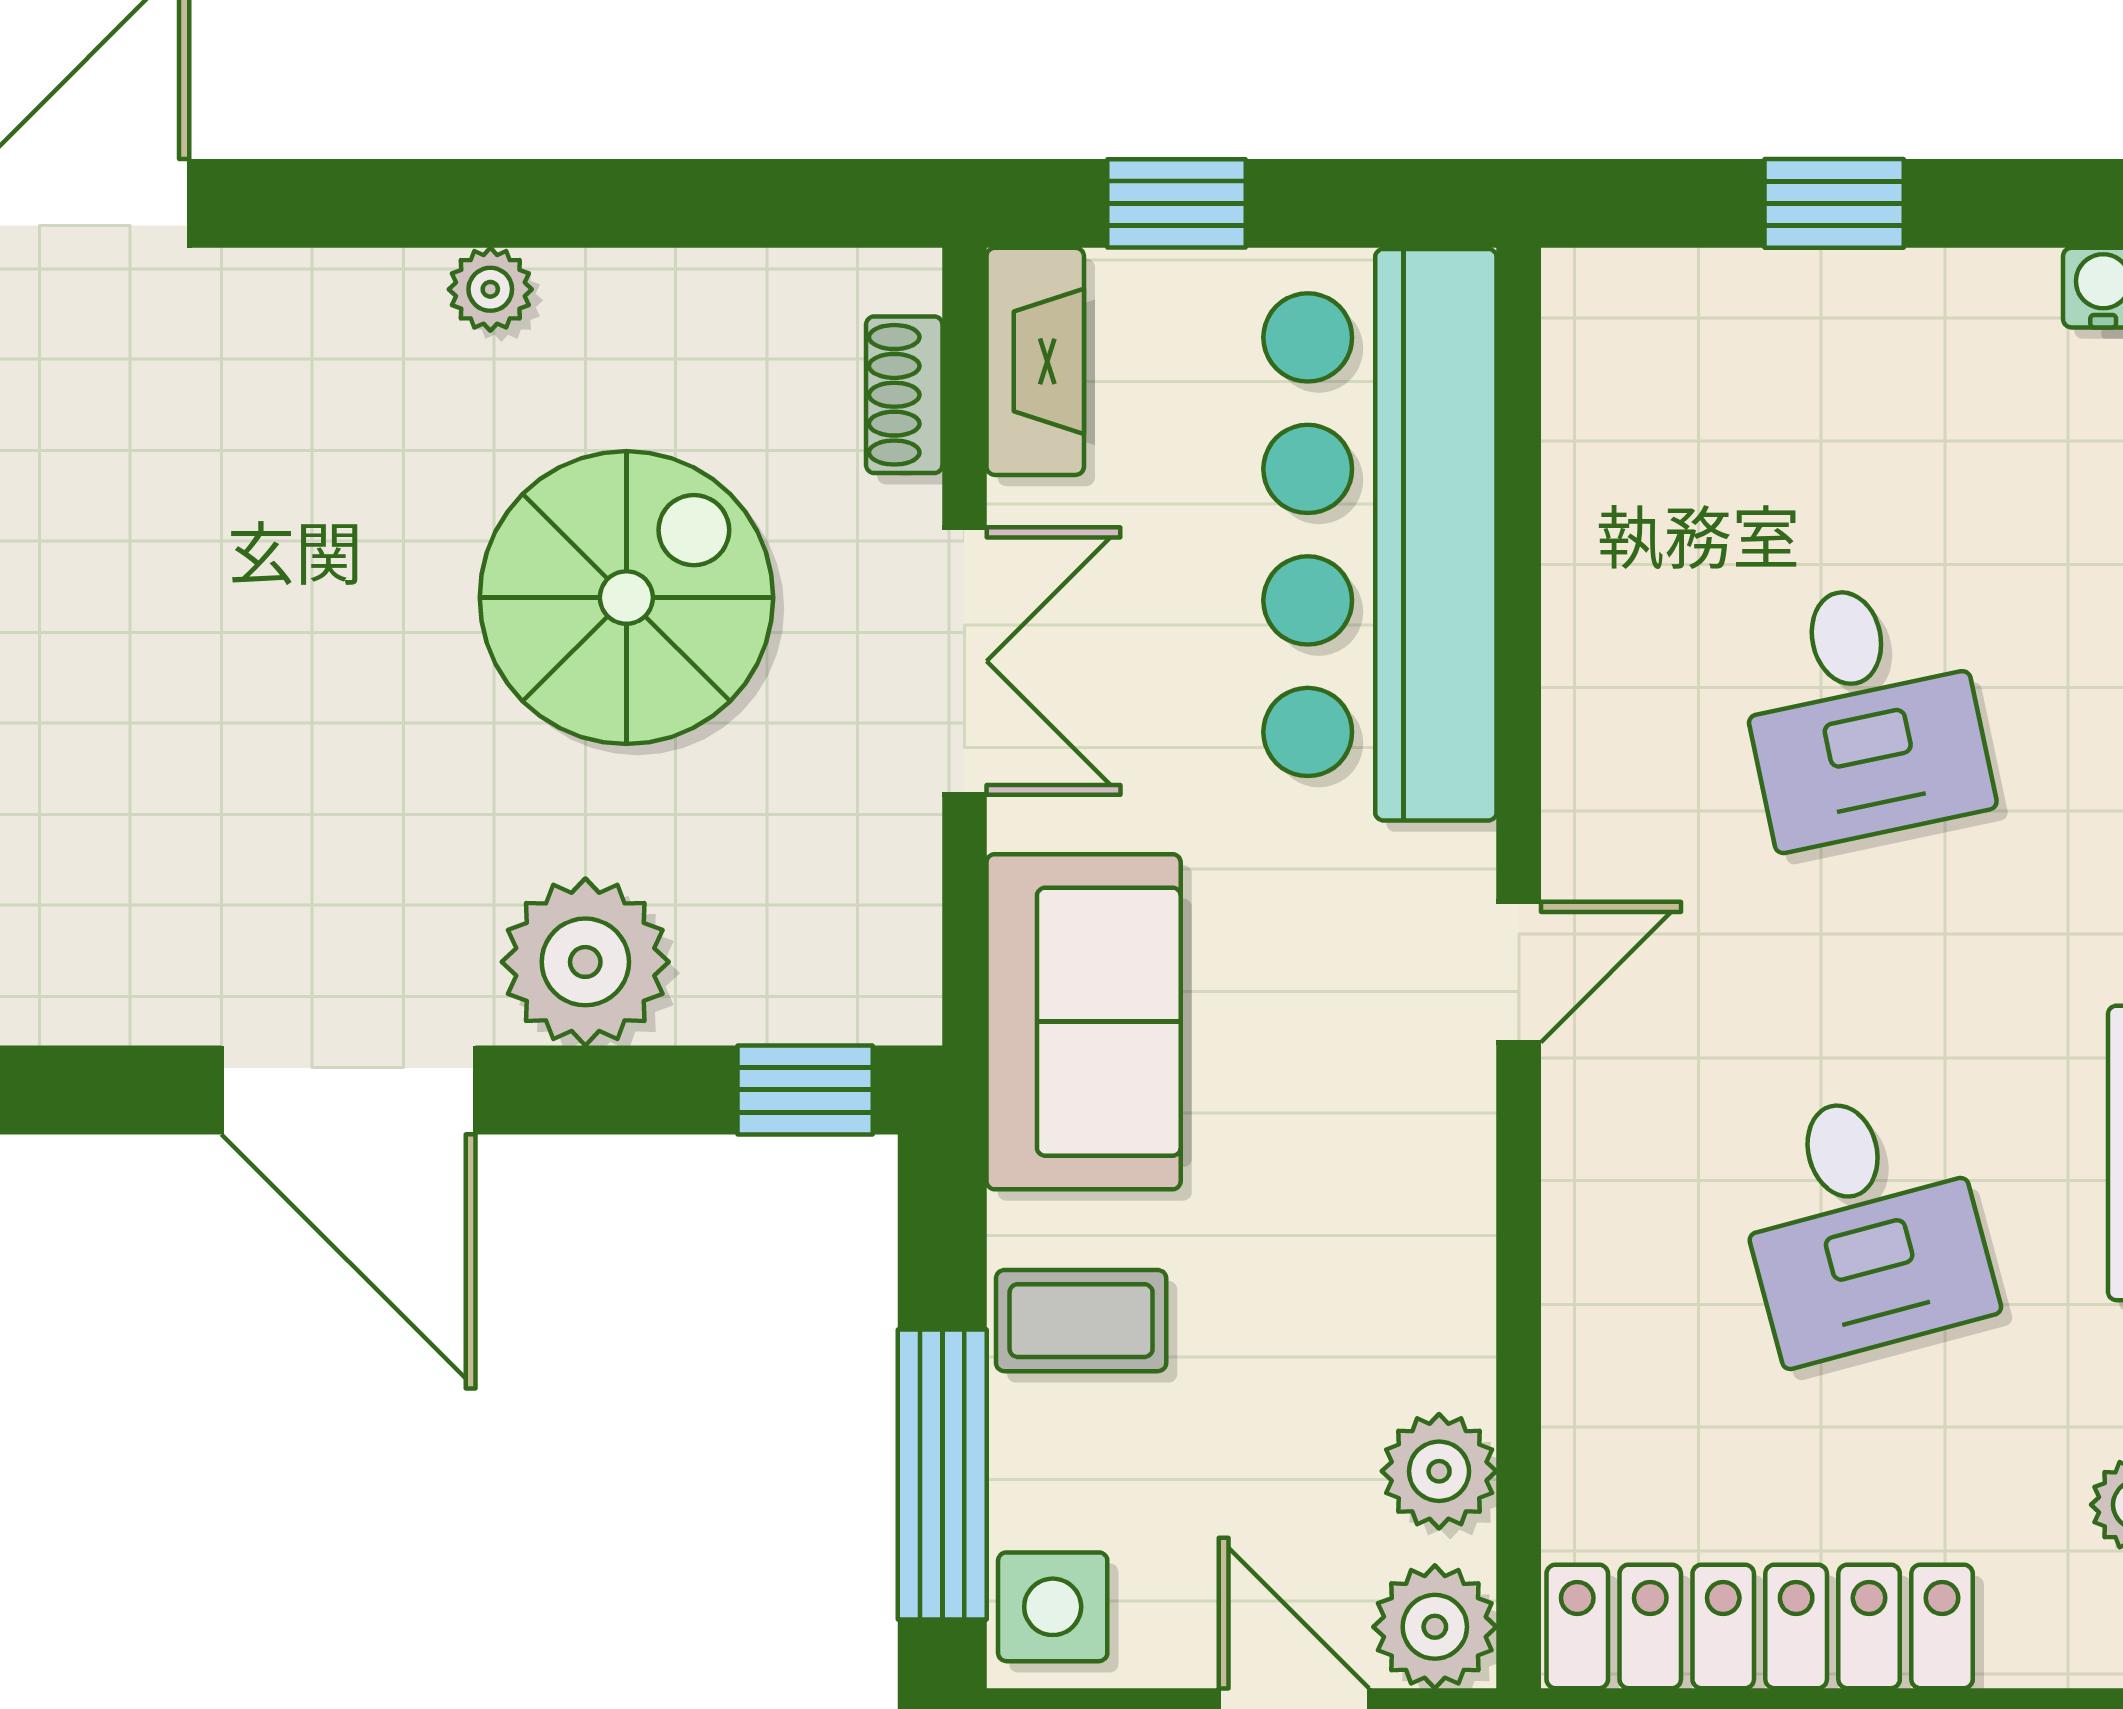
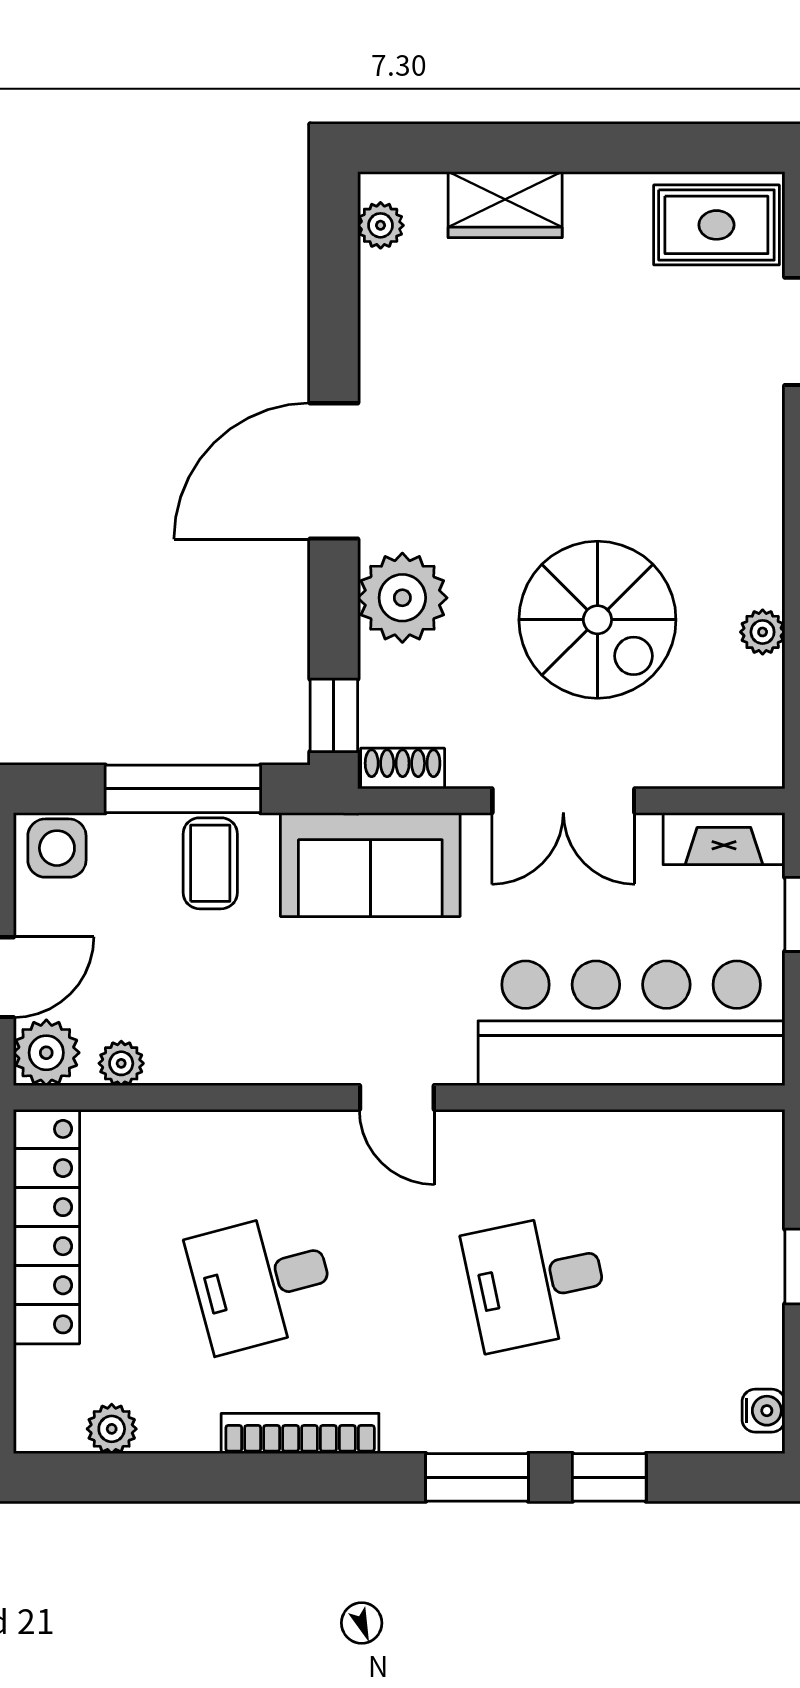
plant: (490, 289) -> (763, 632), moved
shoe rack: (904, 395) -> (403, 769), moved
plant: (1439, 1471) -> (121, 1063), width x0.73, depth x0.73
window: (942, 1474) -> (183, 789), moved

